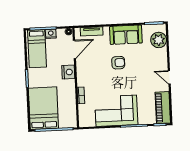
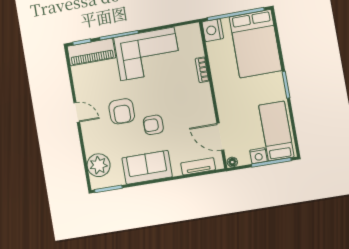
door: (74, 49) -> (220, 137), hinge flipped
nightstand: (68, 72) -> (213, 30), moved
armchair: (138, 74) -> (122, 111), added
piano: (163, 108) -> (91, 52), moved, turned 90

